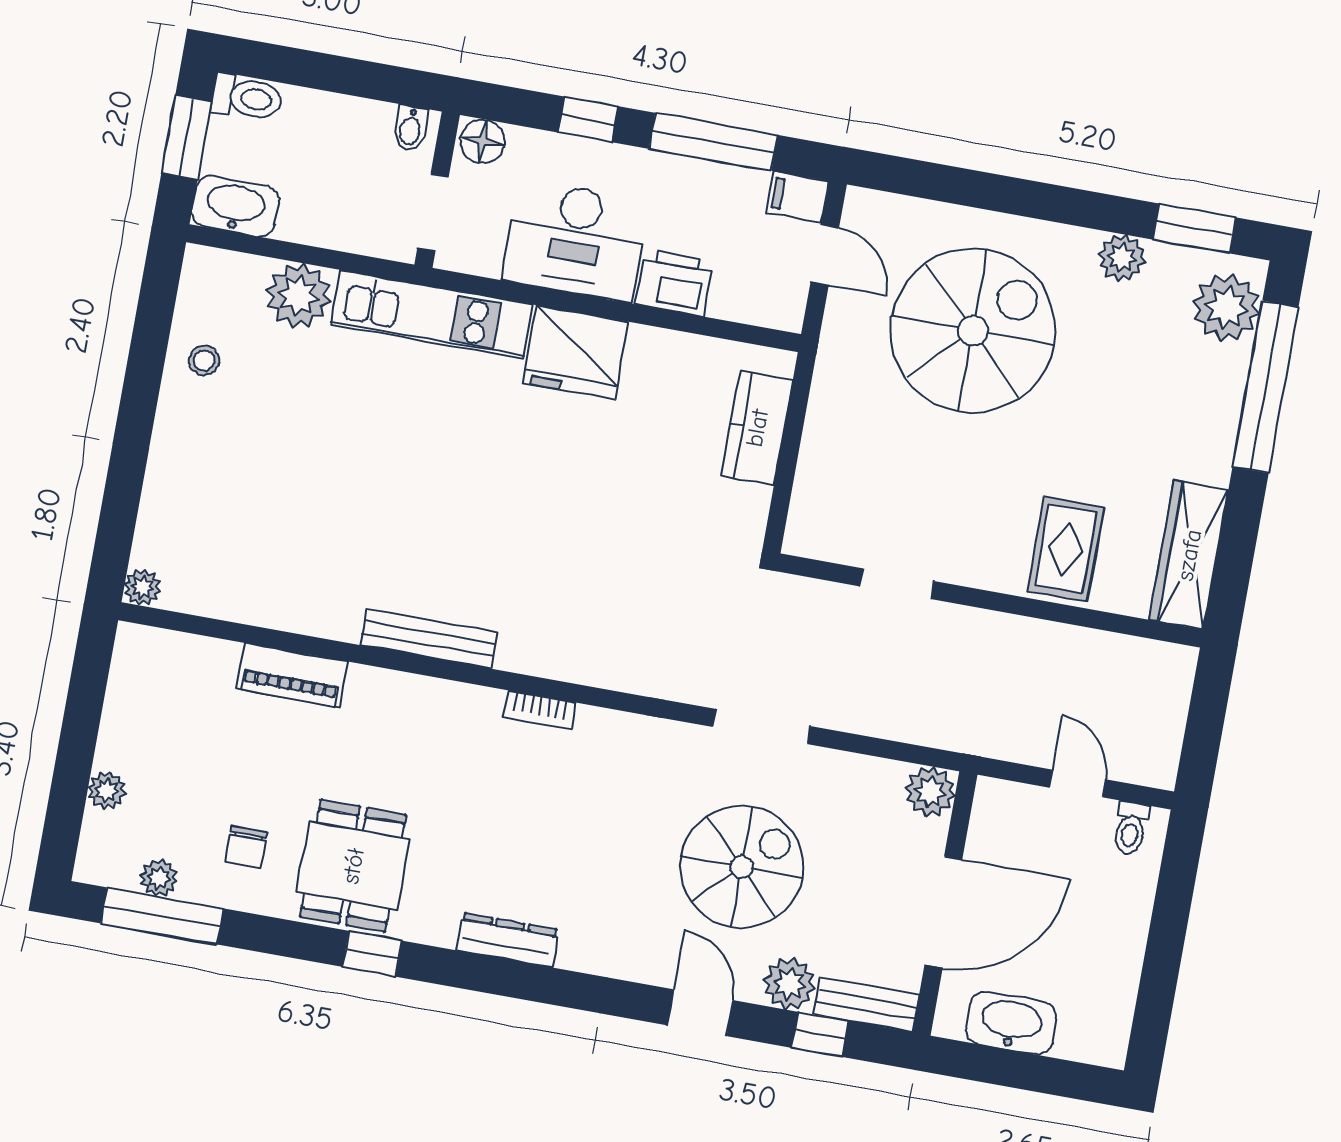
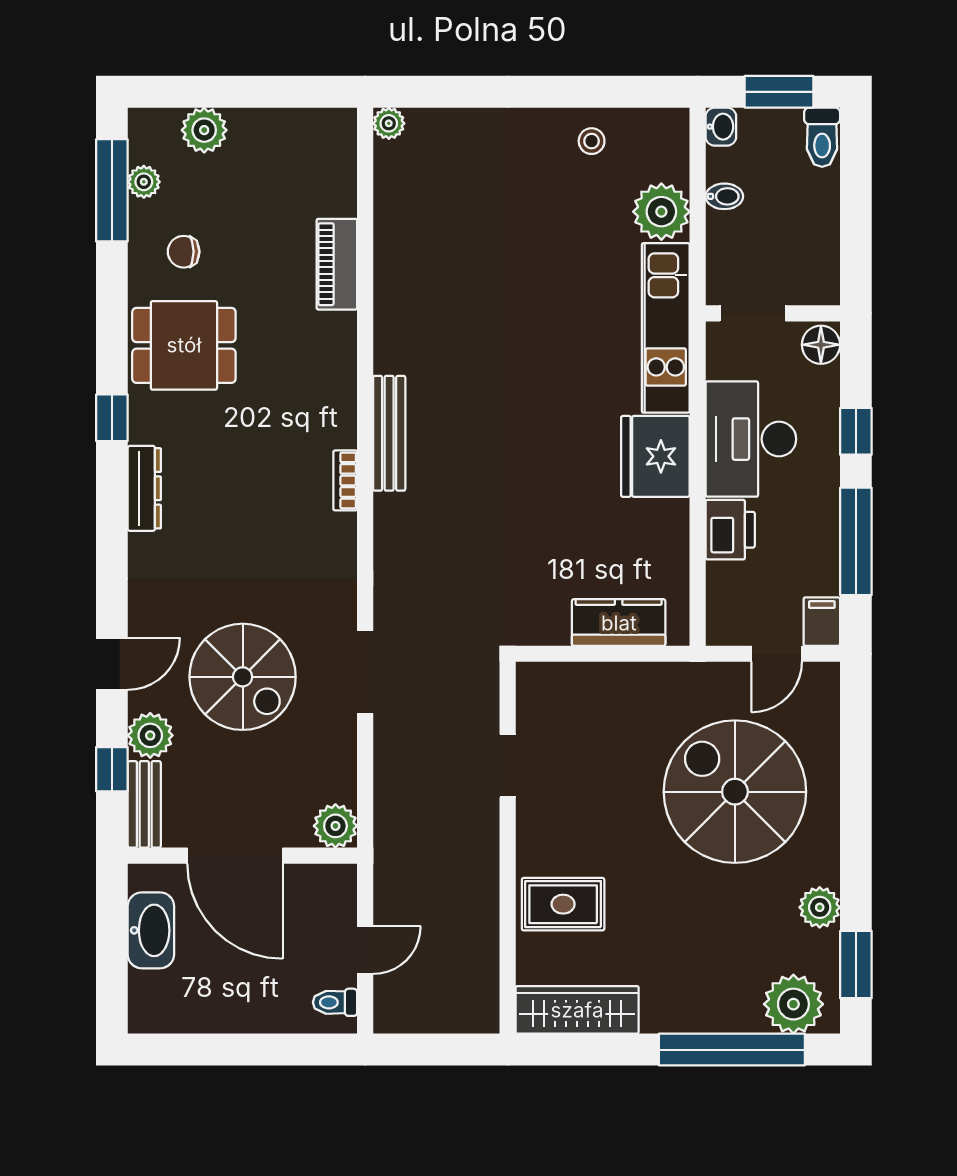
bidet: (411, 128) -> (724, 196), moved, turned 180
washbasin: (235, 206) -> (721, 127), width x0.52, depth x0.69
spiral stairs: (973, 331) -> (735, 792), turned 180
bench: (429, 639) -> (389, 433), moved
plant: (107, 790) -> (204, 130), width x1.38, depth x1.38
window: (372, 954) -> (112, 418), moved

